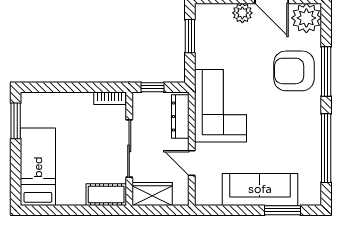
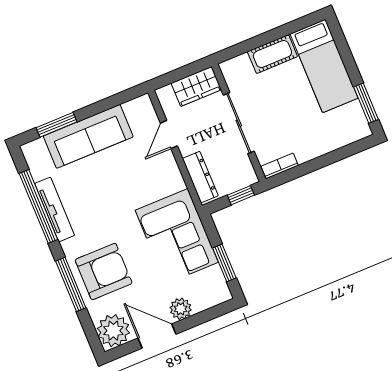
corner sofa: (220, 106) -> (177, 236), moved
tv unit: (314, 140) -> (55, 209), added
door: (192, 163) -> (169, 134), swing flipped
cot: (106, 195) -> (272, 54), moved

